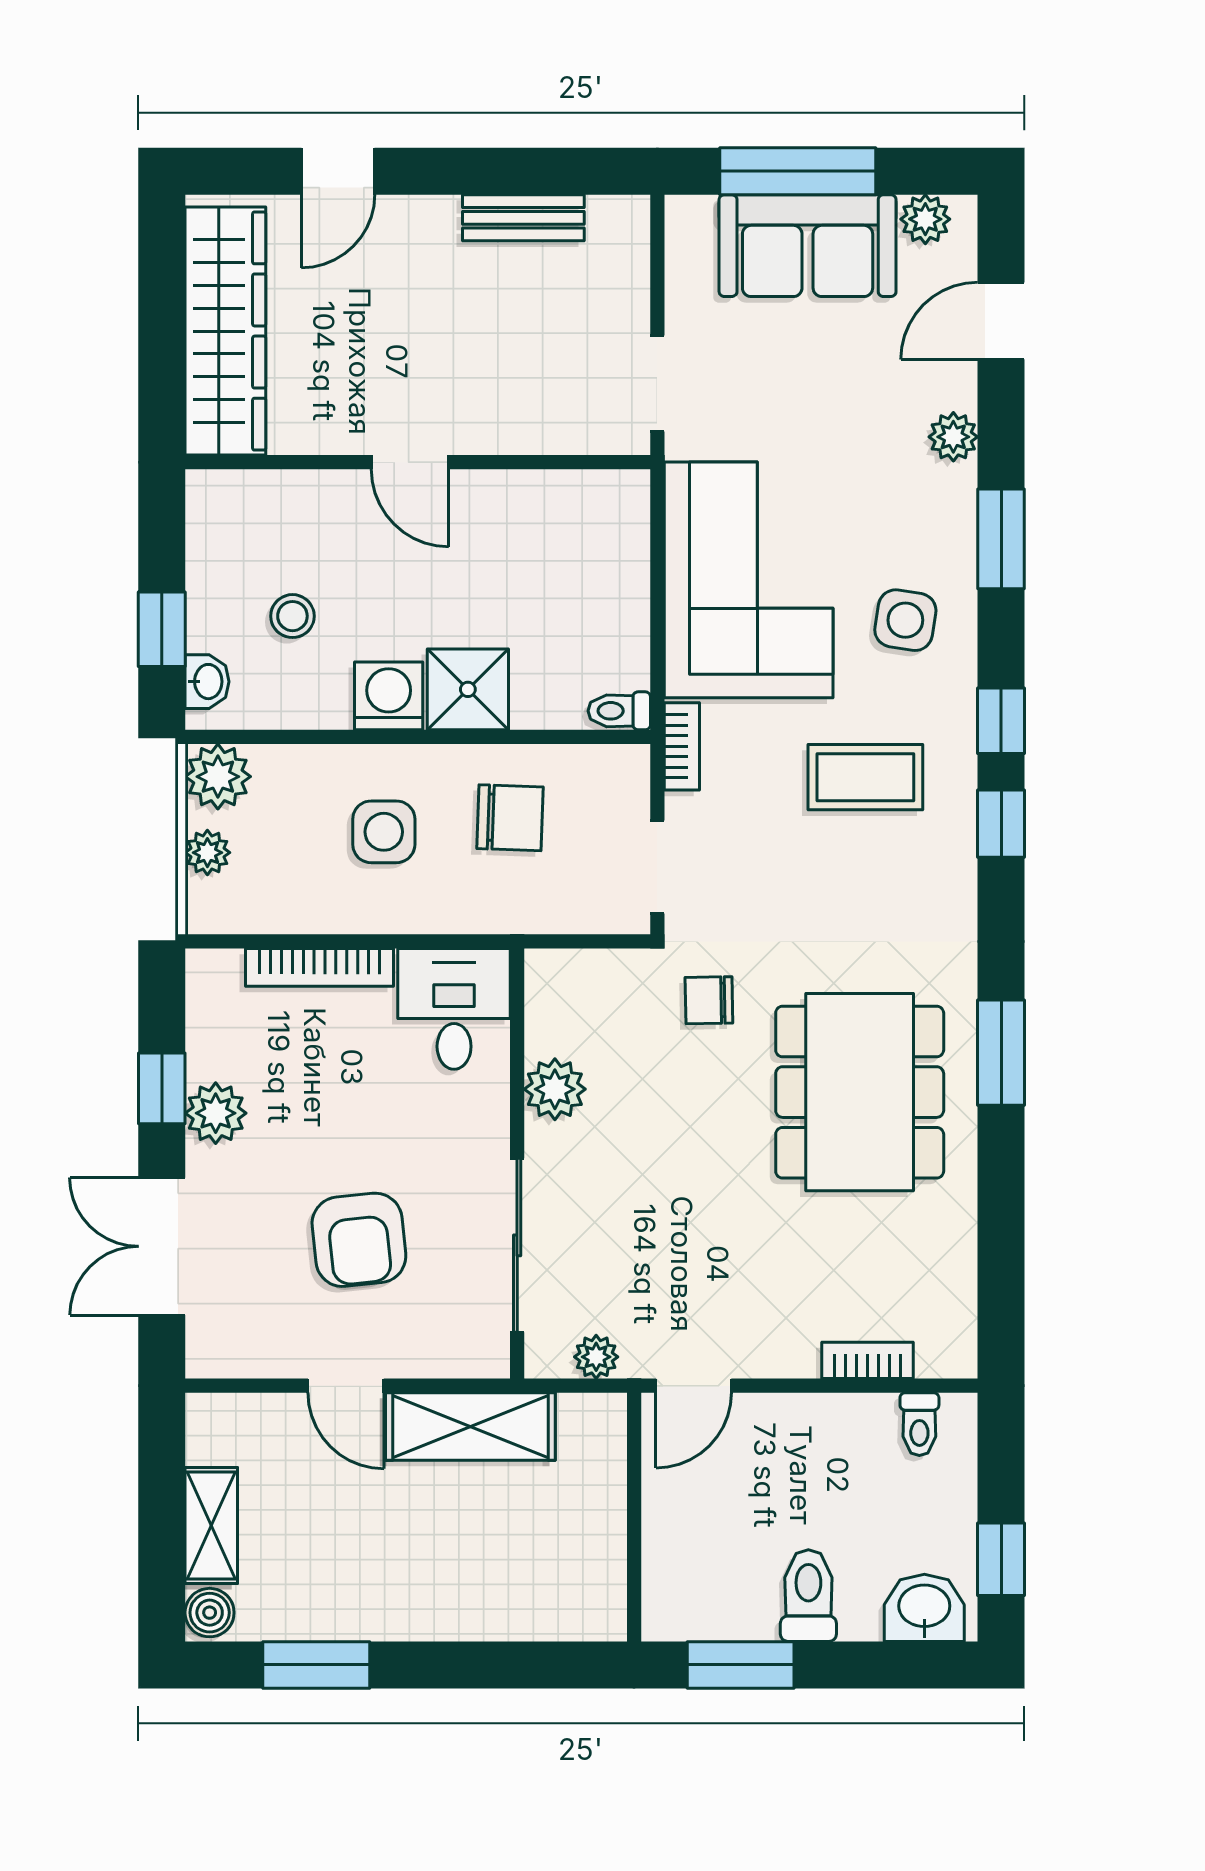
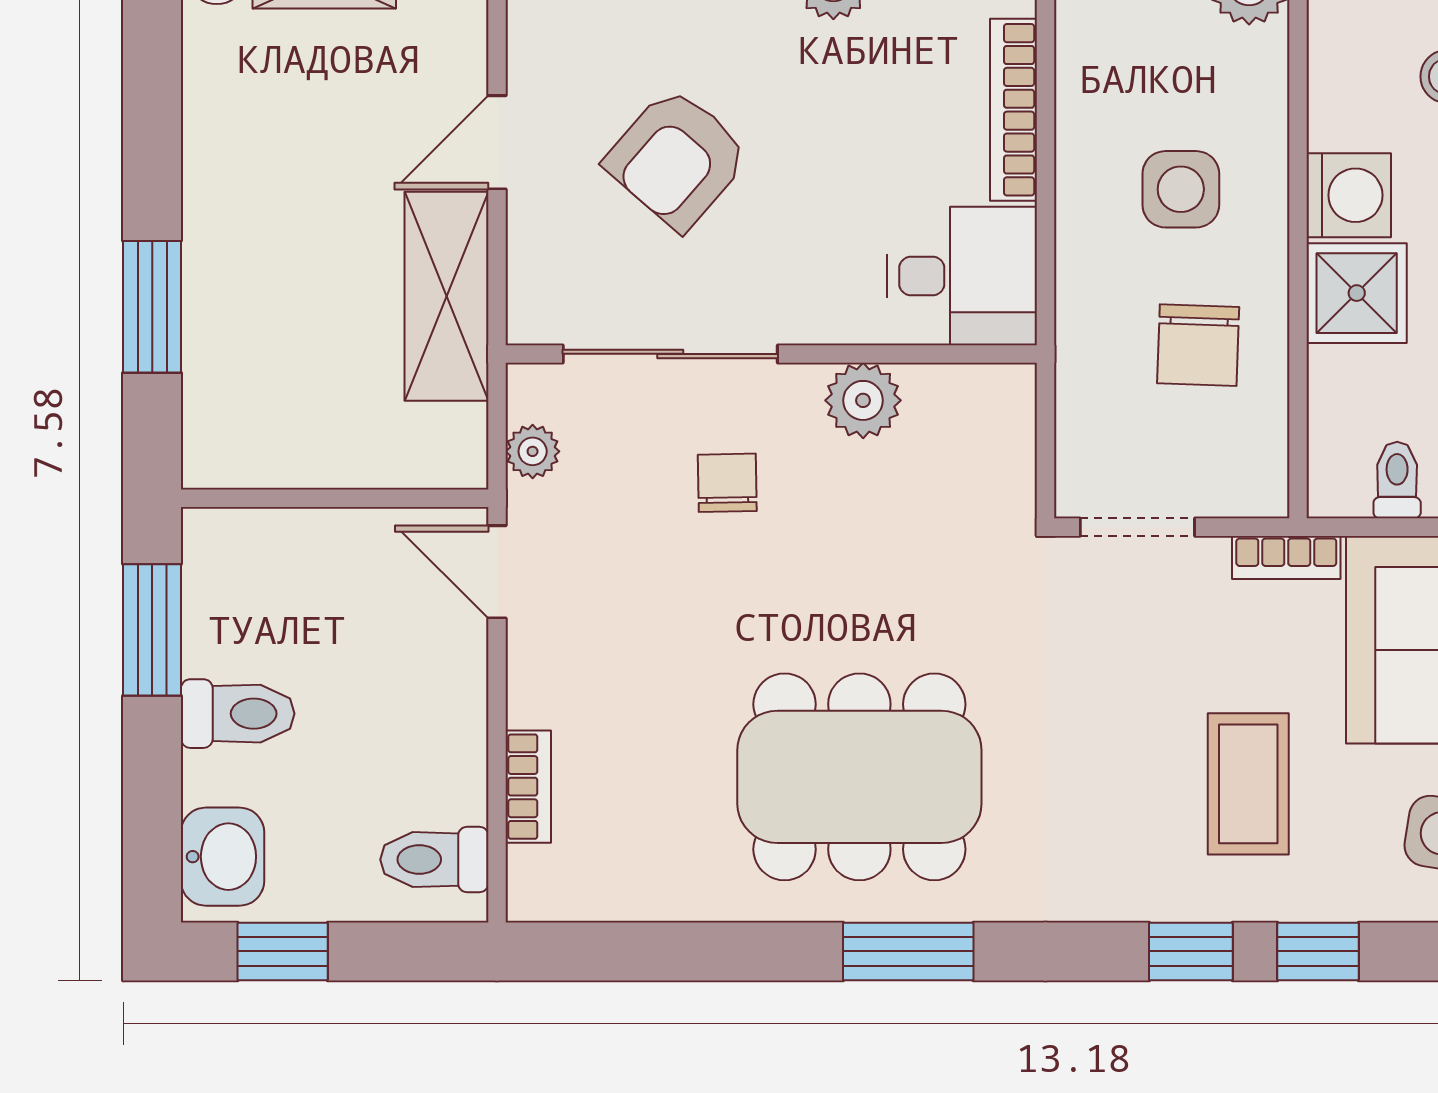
toilet: (619, 711) -> (1397, 480), moved
chair: (709, 1000) -> (727, 483), moved
armchair: (359, 1240) -> (677, 159), turned -43
toilet: (919, 1424) -> (434, 860), width x1.37, depth x1.39
window: (316, 1665) -> (152, 307), moved

